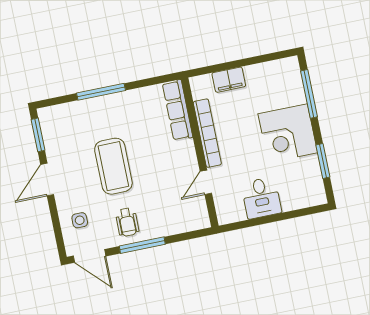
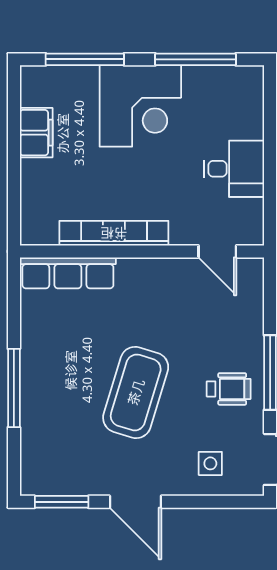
filing cabinet: (229, 80) -> (36, 133), moved
window: (323, 161) -> (195, 59), width x1.44
coffee table: (113, 166) -> (136, 392), turned -73
door: (206, 182) -> (217, 251), moved

